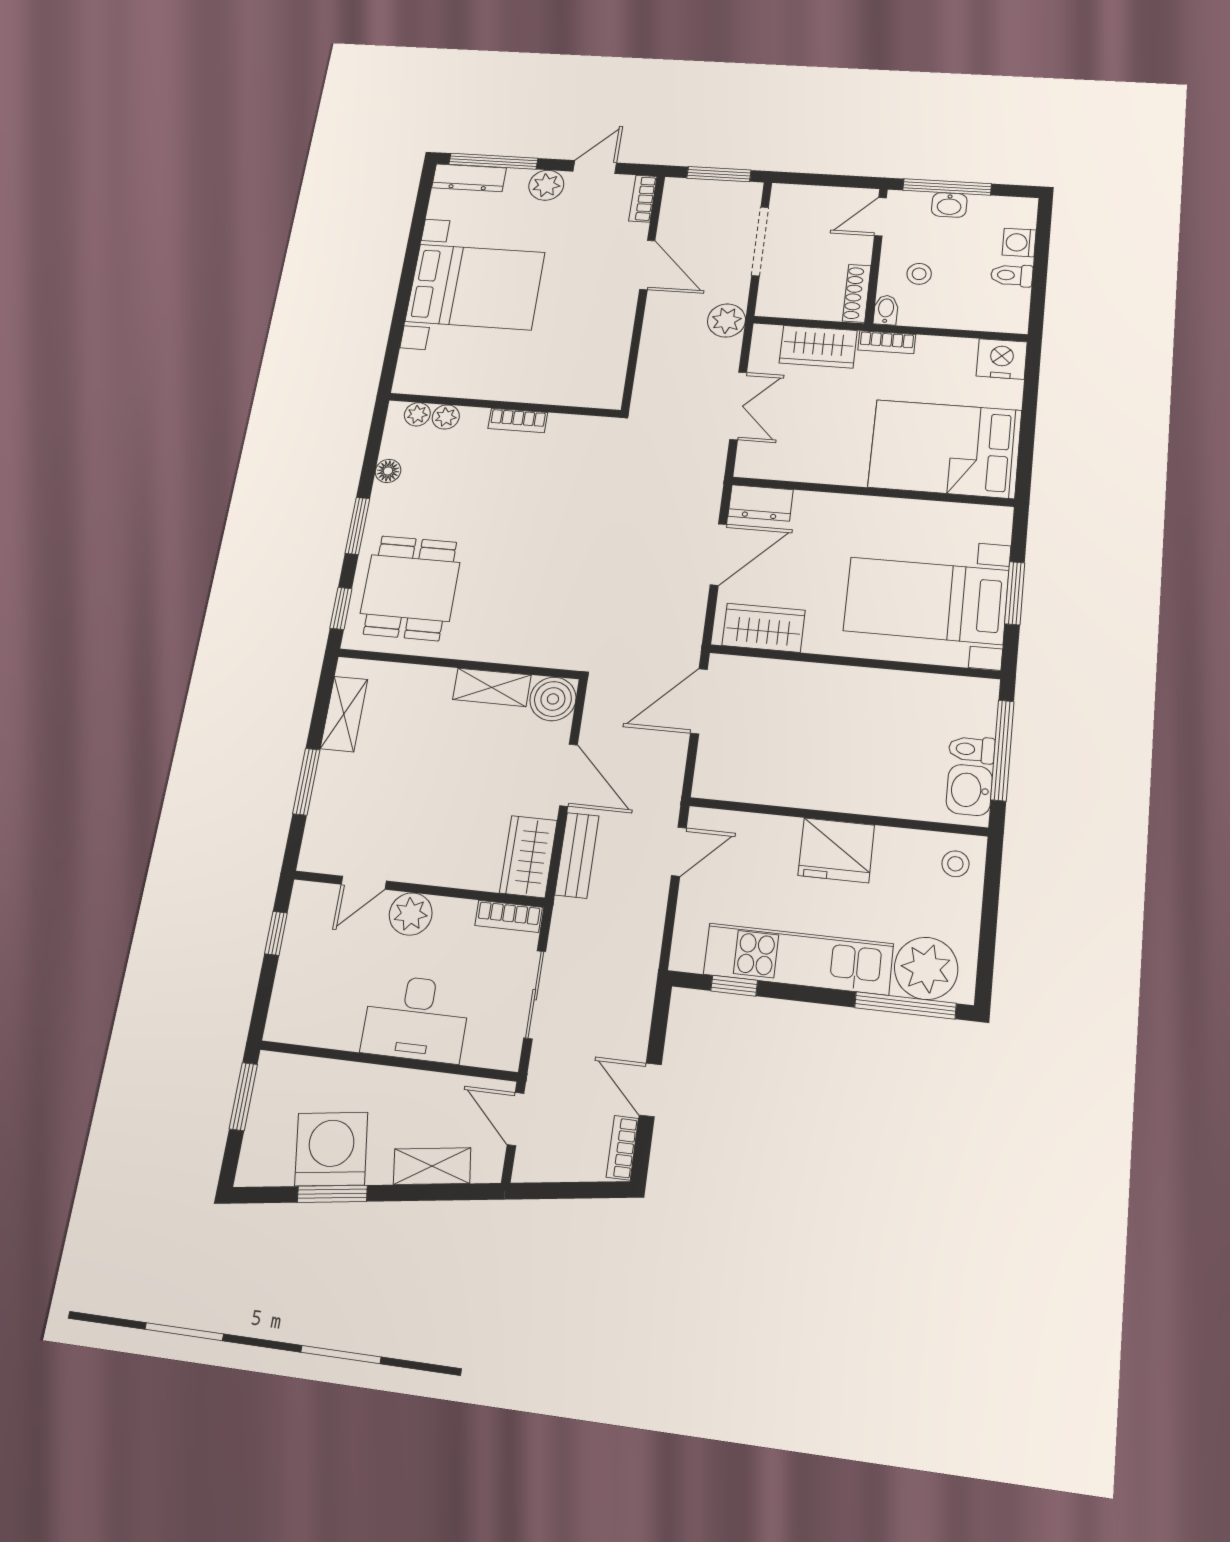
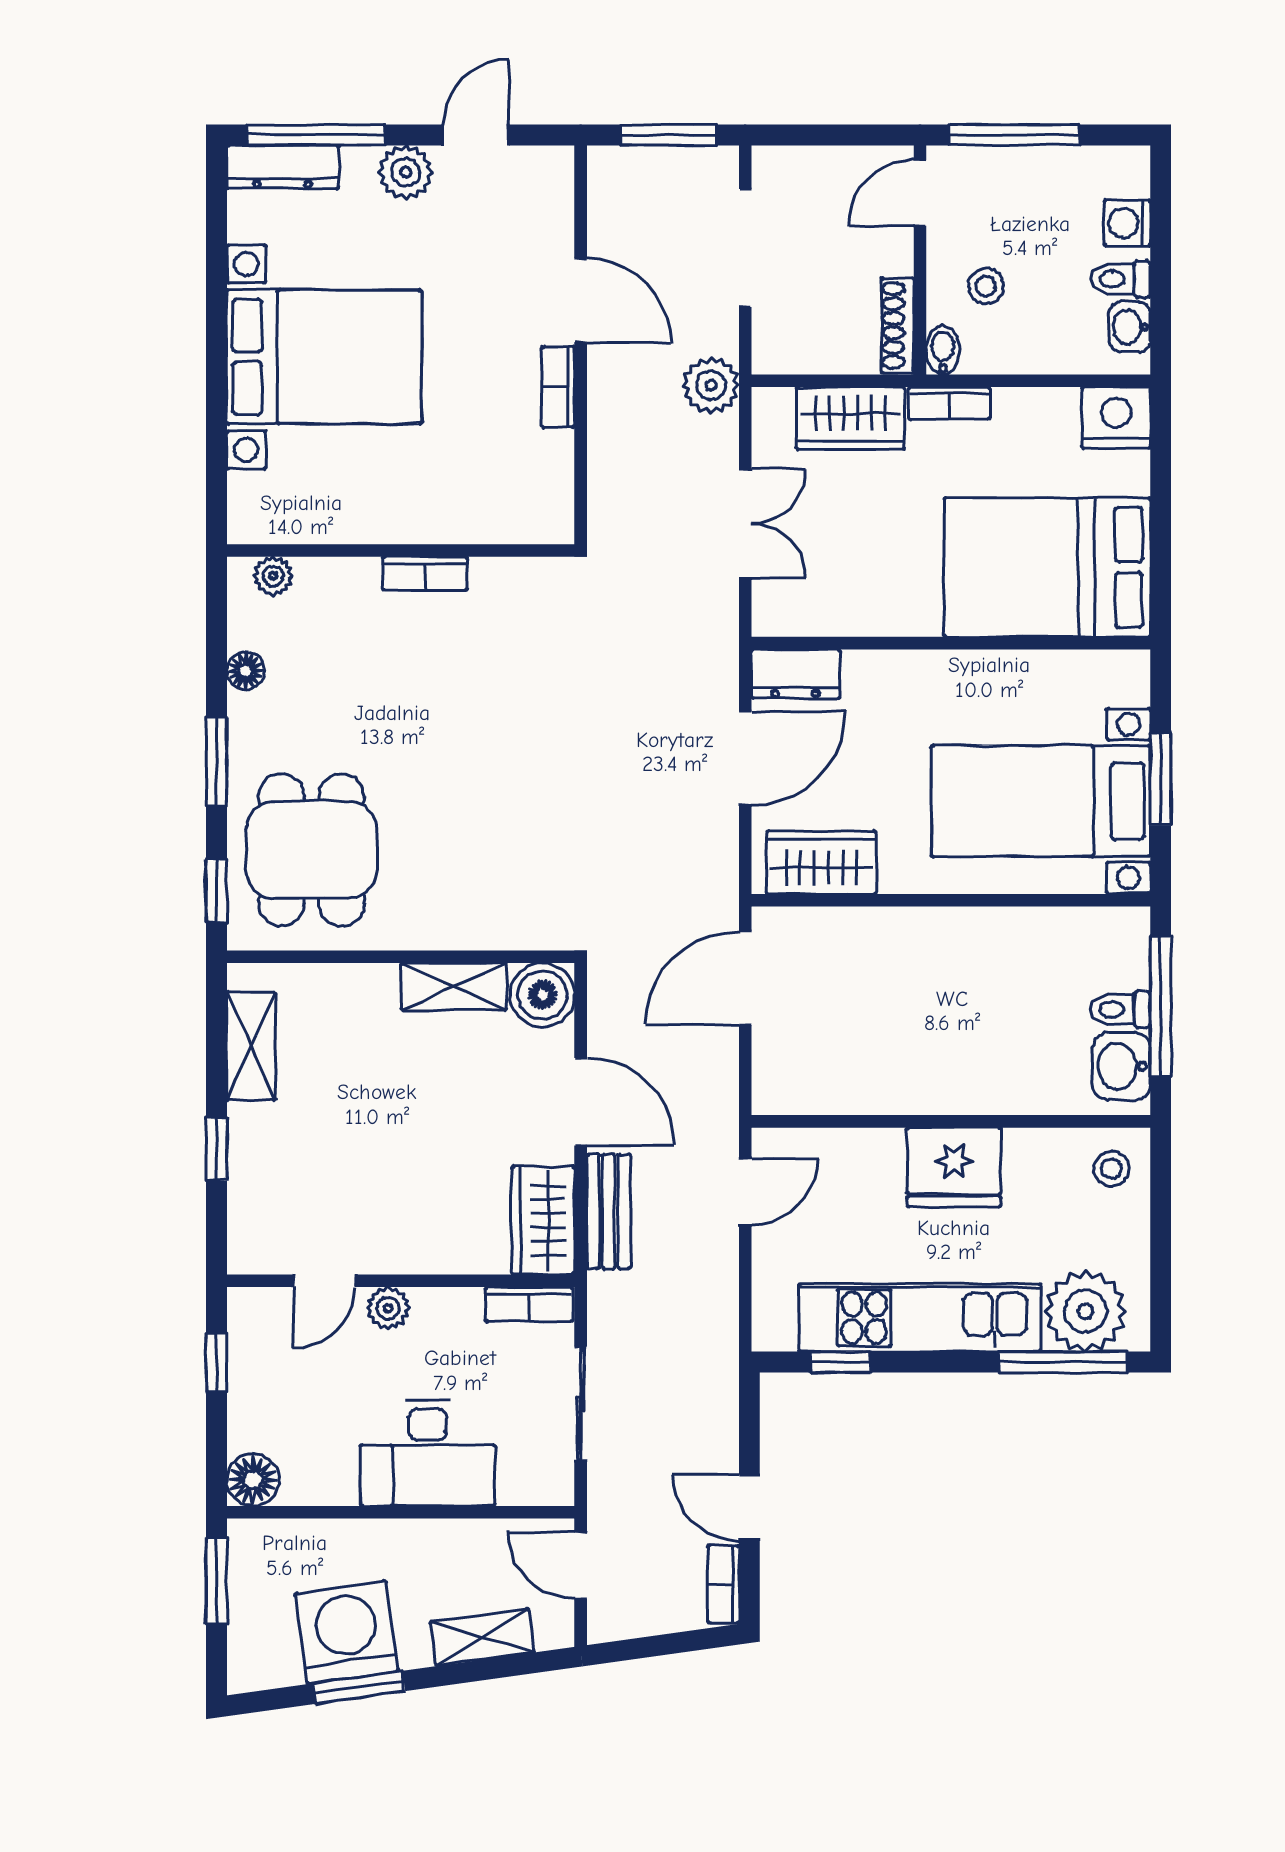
bookcase: (643, 199) -> (558, 387), moved
washbasin: (949, 205) -> (1130, 327), moved, turned 90
plant: (446, 417) -> (317, 577), removed
window: (306, 782) -> (217, 1149), width x0.67
plant: (411, 914) -> (388, 1308), width x0.73, depth x0.73
floor lamp: (285, 1023) -> (253, 1480), added

